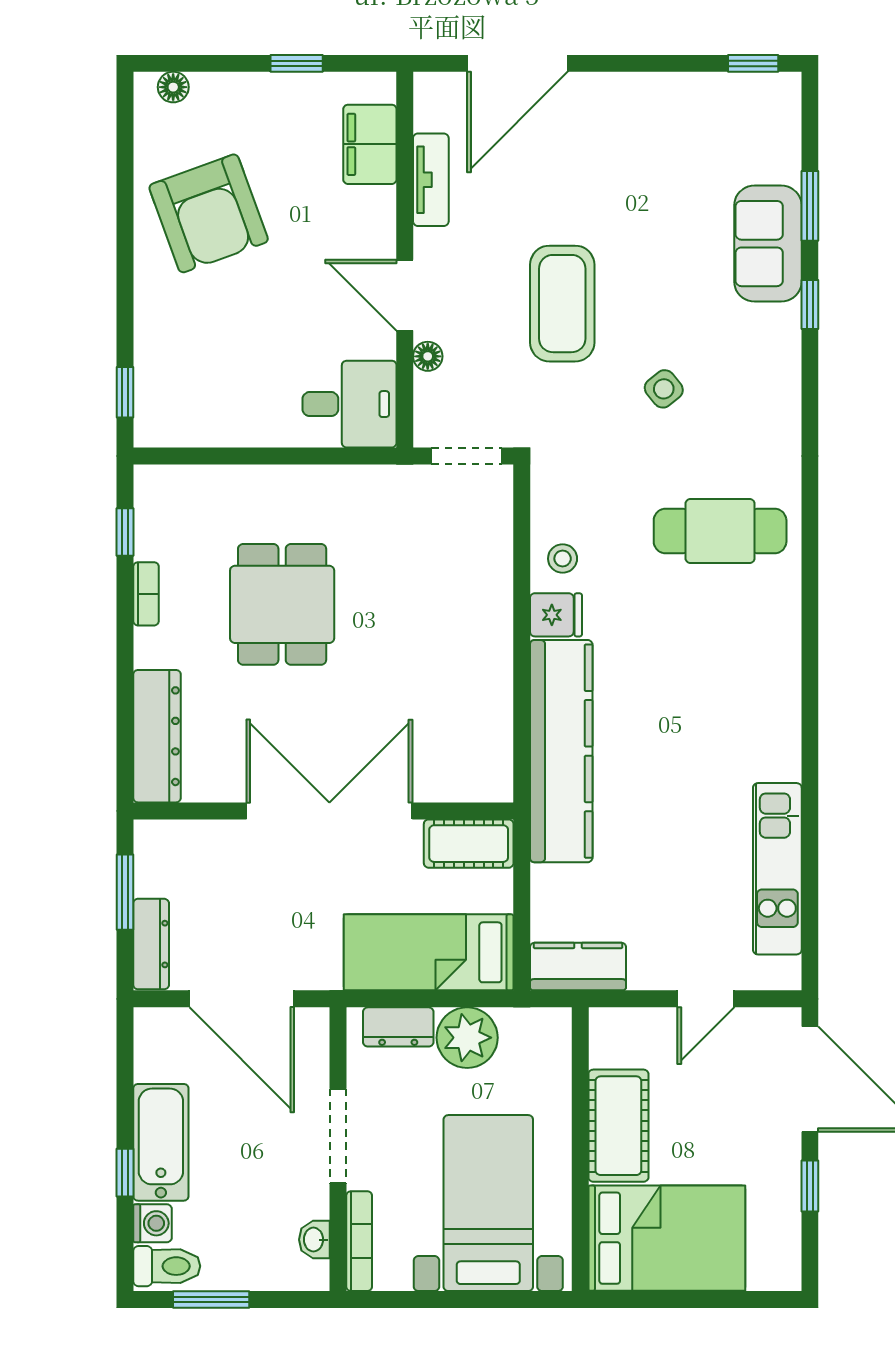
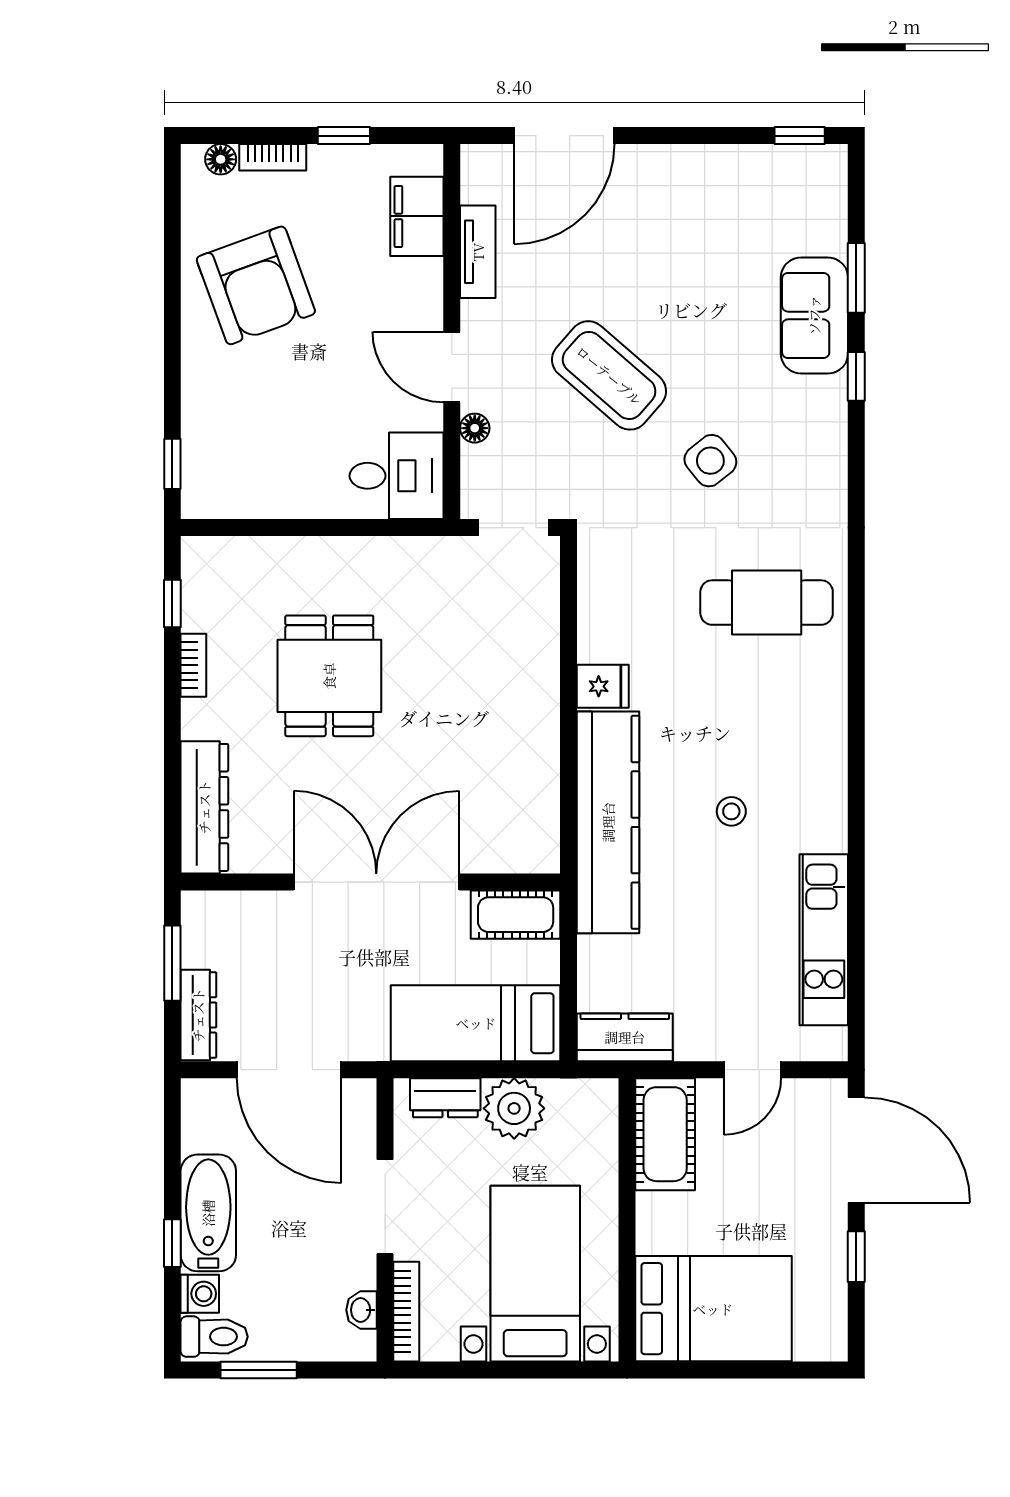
bookcase: (225, 85) -> (273, 157), added
coffee table: (562, 304) -> (609, 375), turned -49
side table: (664, 389) -> (710, 461), width x1.37, depth x1.37
stool: (563, 559) -> (731, 811), moved
cot: (618, 1126) -> (665, 1134), moved

